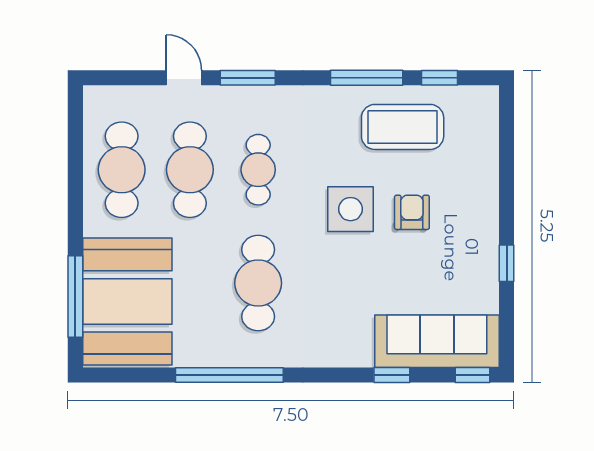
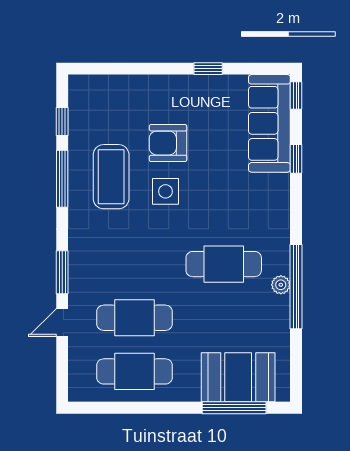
coffee table: (403, 127) -> (111, 177), moved
cafe table: (258, 170) -> (135, 264), removed
side table: (351, 209) -> (166, 191), width x0.73, depth x0.73
armchair: (412, 212) -> (168, 143), width x1.38, depth x1.38
booth: (127, 301) -> (238, 377), width x0.73, depth x0.70
plant: (232, 356) -> (281, 285), added

